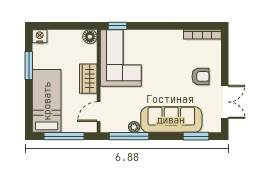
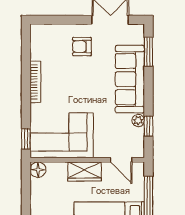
bookcase: (202, 34) -> (35, 82), moved
armchair: (201, 76) -> (82, 47), turned -90
window: (129, 136) -> (148, 126), width x0.46

